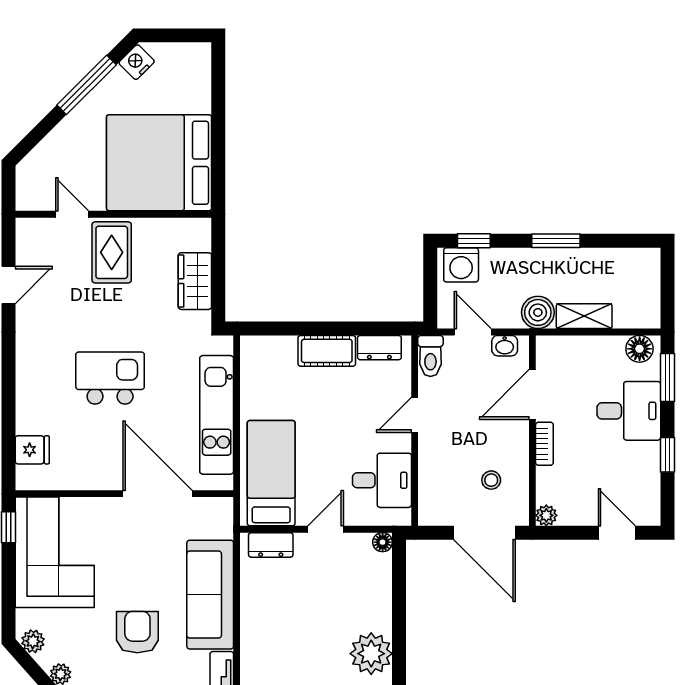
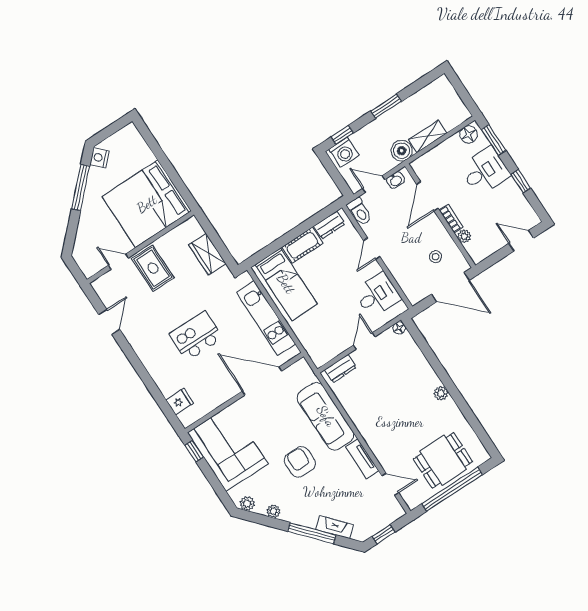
bed: (271, 473) -> (286, 284), moved, turned 180
plant: (546, 515) -> (464, 236), moved
plant: (371, 654) -> (441, 393), width x0.53, depth x0.53

